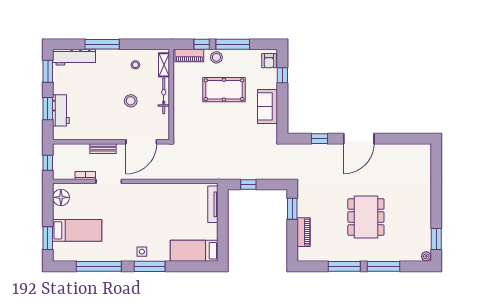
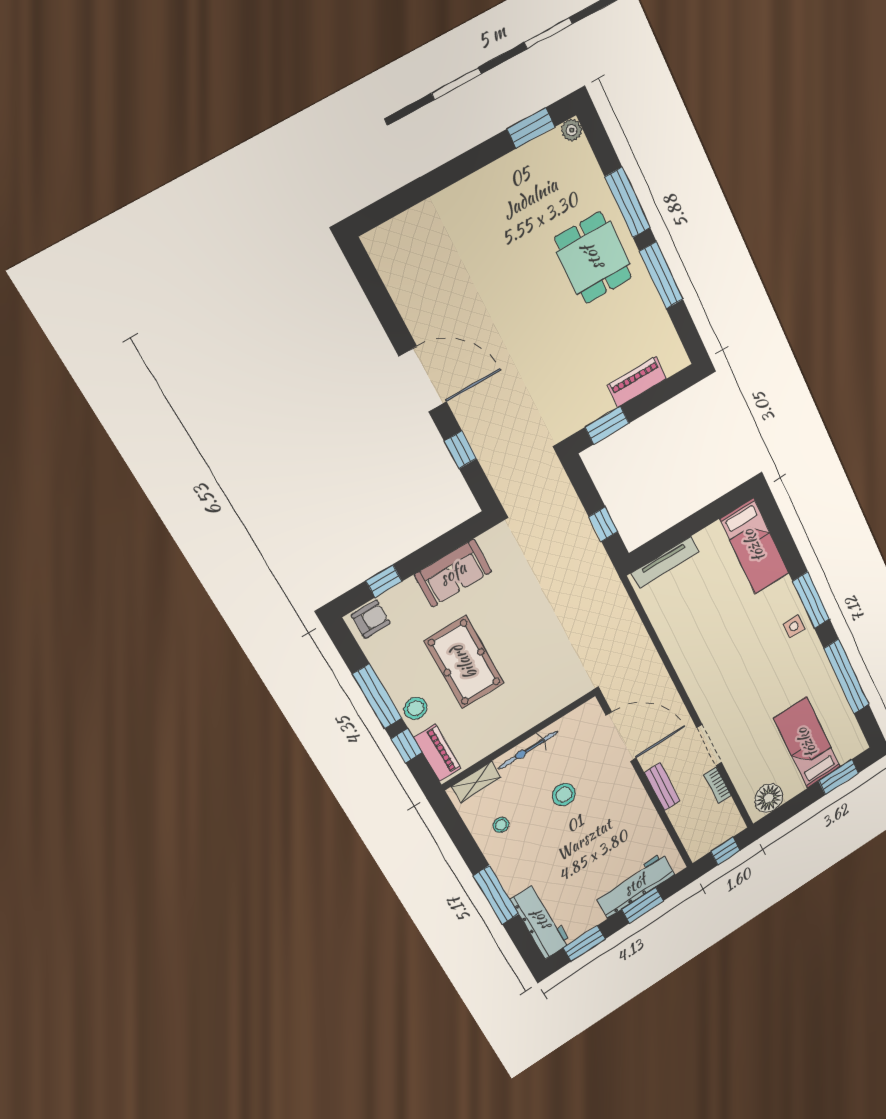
workbench: (61, 110) -> (635, 885), width x1.38
dining table: (366, 217) -> (593, 258), moved, width x0.73

